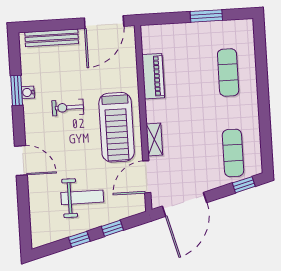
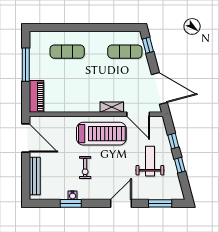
window: (206, 16) -> (26, 65), width x1.44
piano: (153, 76) -> (37, 96), moved, turned 90
window: (24, 215) -> (160, 203), added

